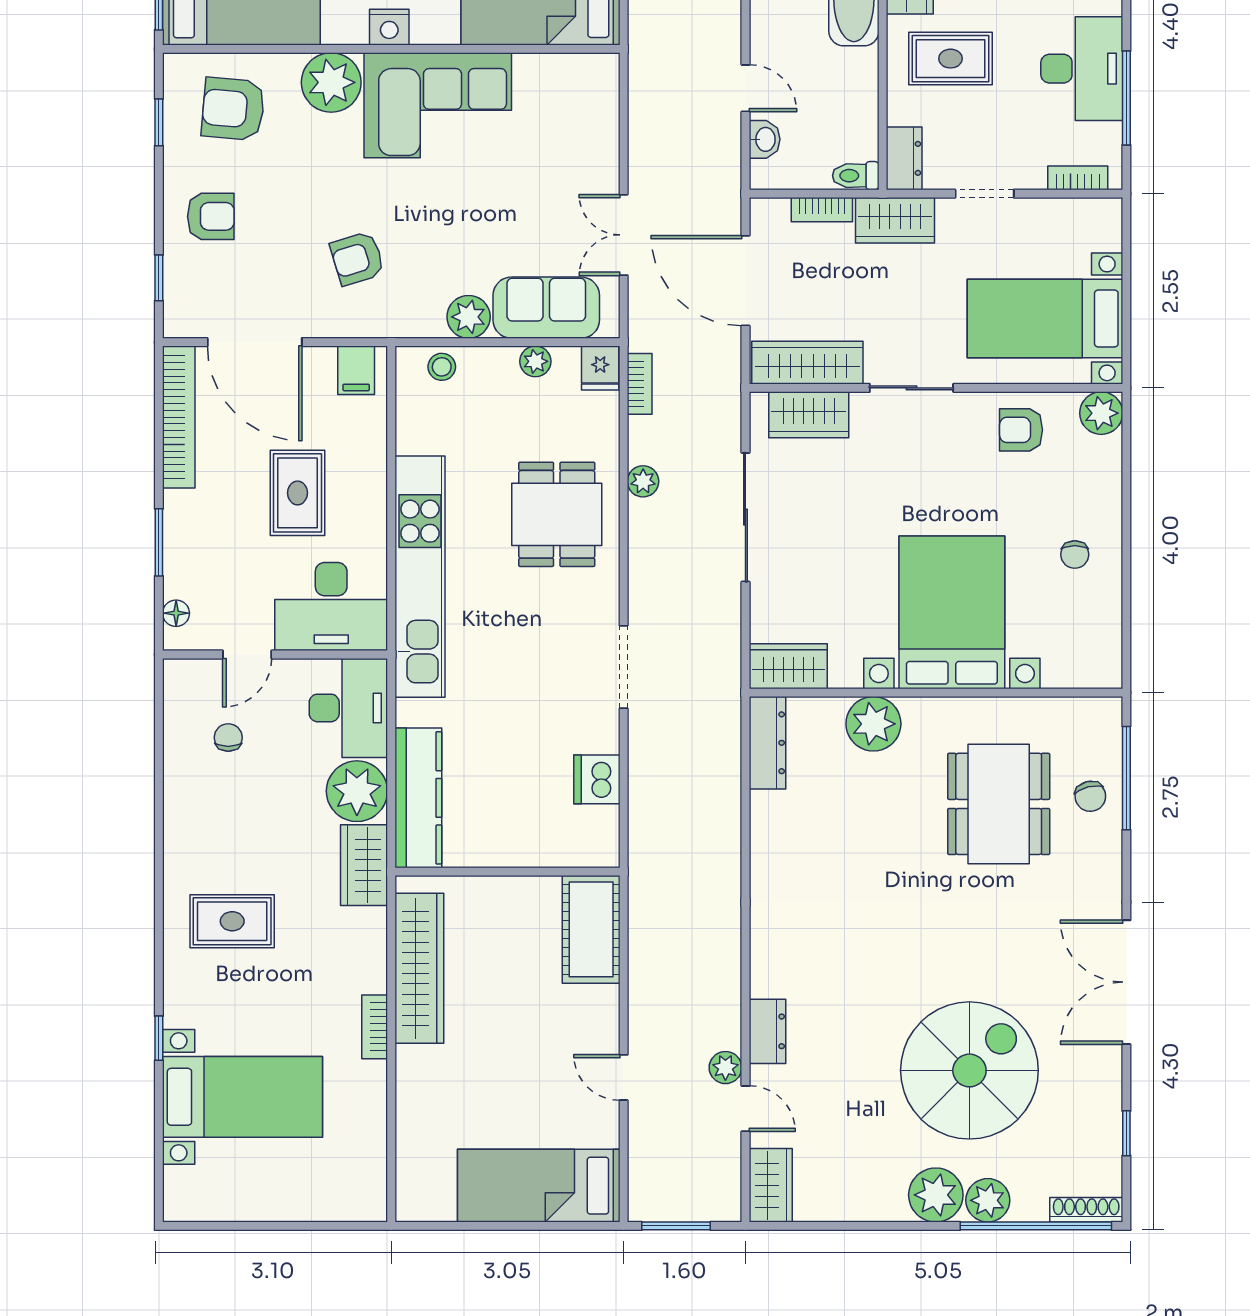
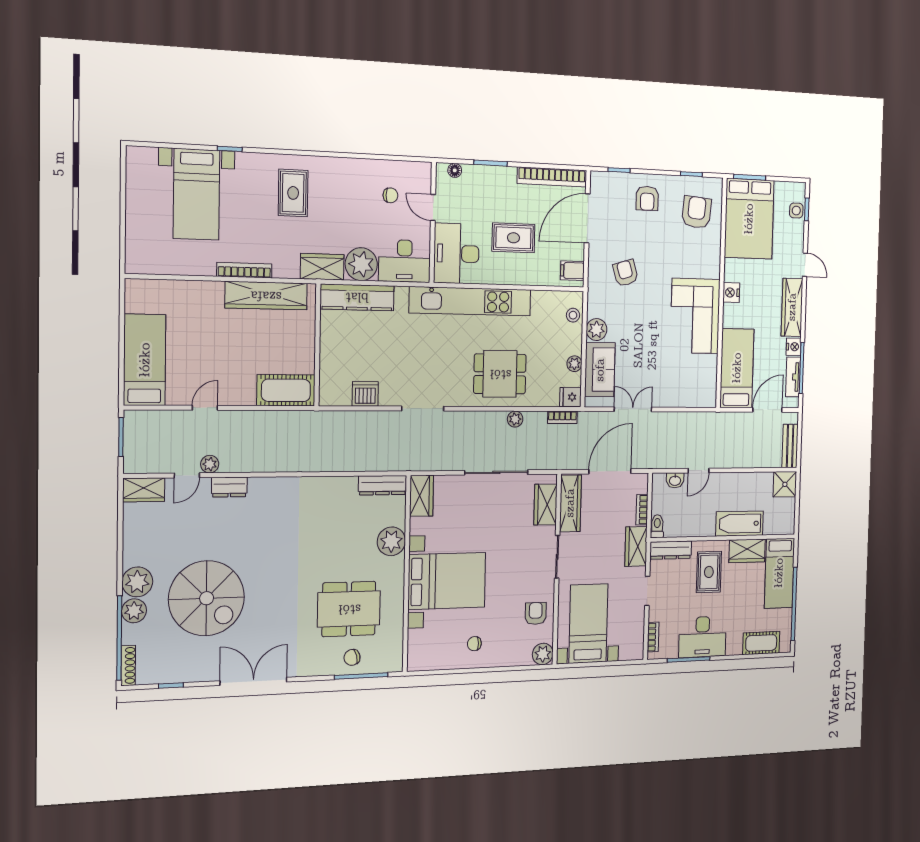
plant: (331, 82) -> (707, 262), removed
dresser: (904, 158) -> (671, 550), width x1.44
bookcase: (375, 1027) -> (244, 270), width x1.56

